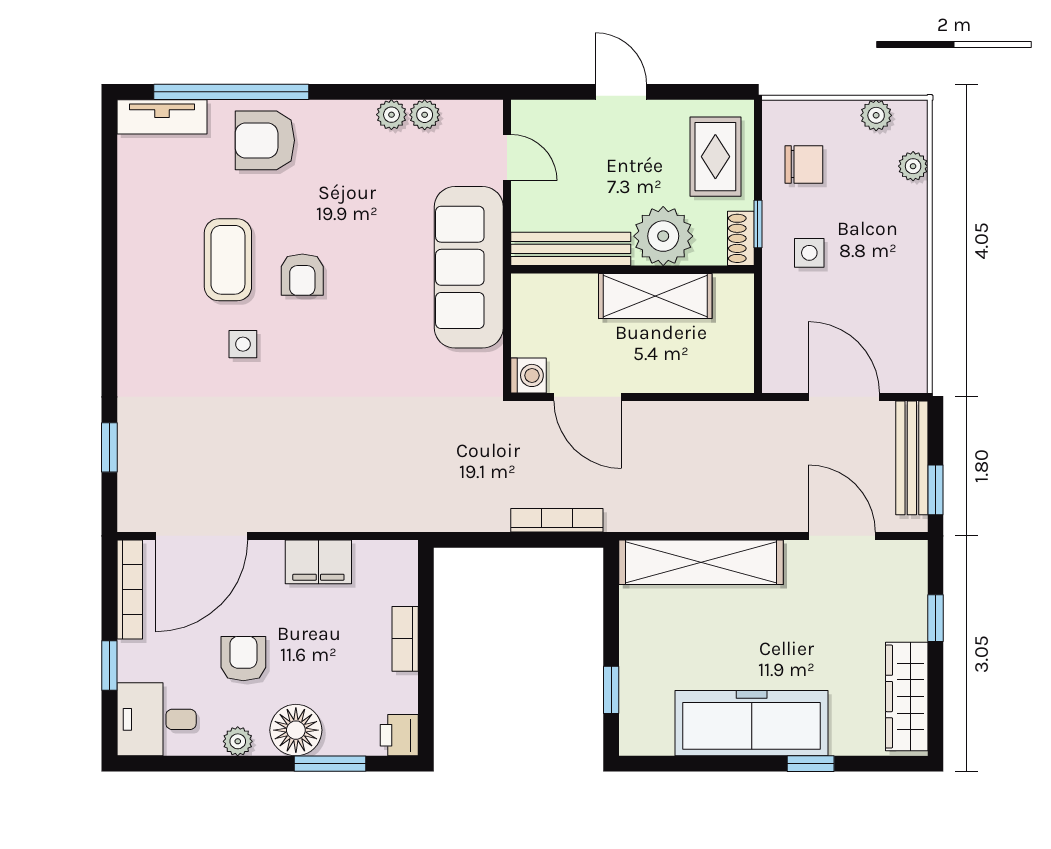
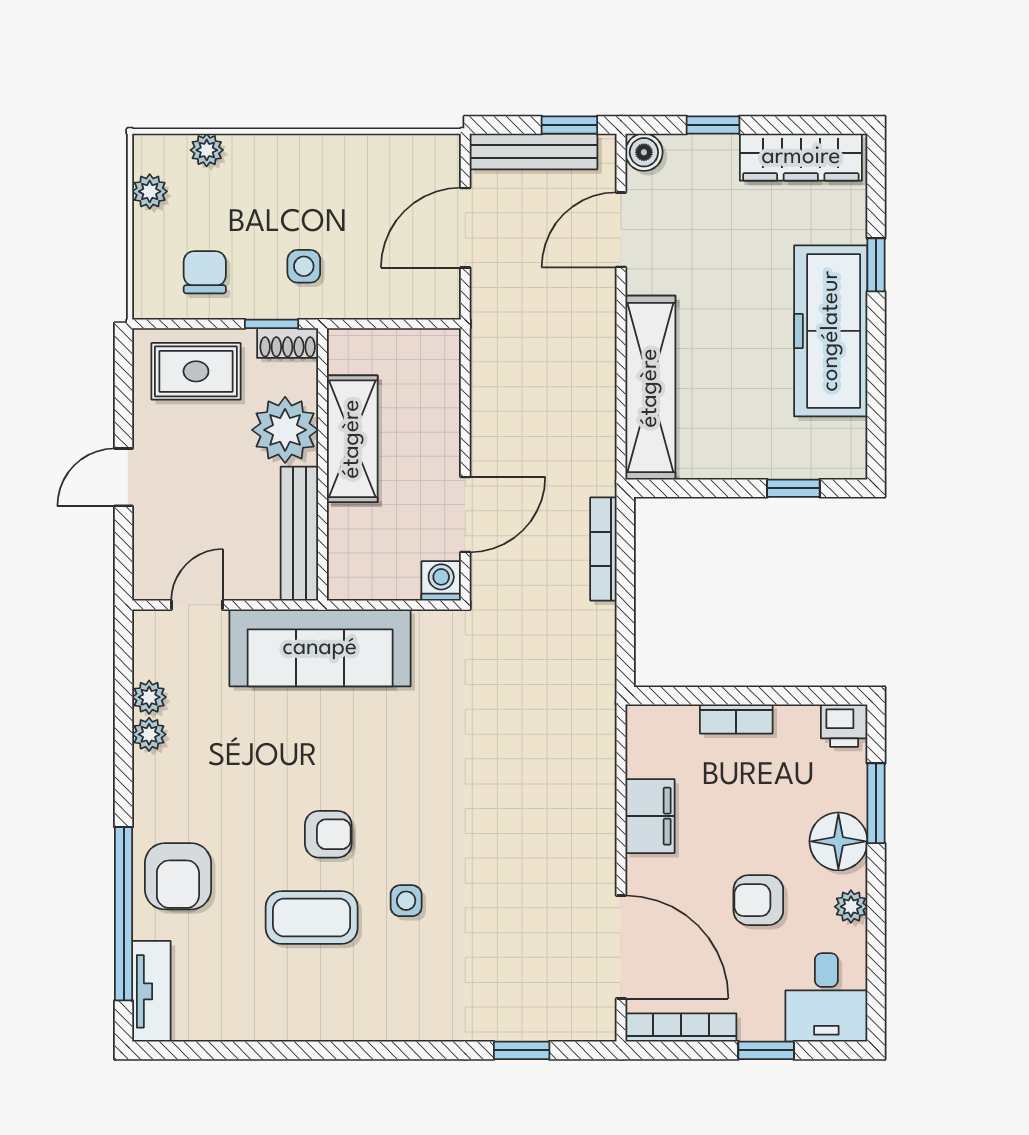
boiler: (911, 556) -> (644, 152), added

